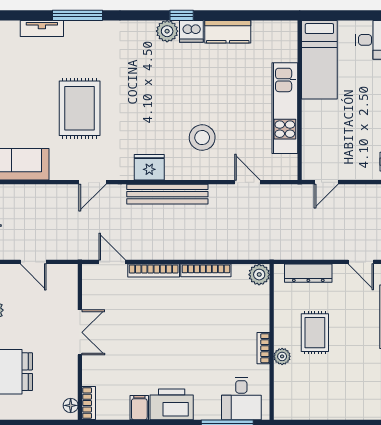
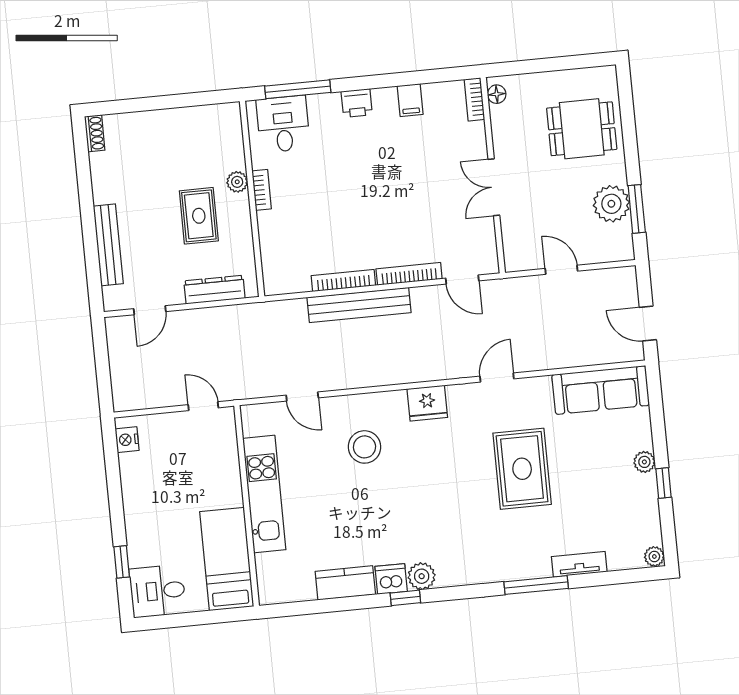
door: (326, 182) -> (203, 406), hinge flipped
bench: (167, 194) -> (359, 305), moved
door: (361, 262) -> (150, 310), swing flipped
plant: (259, 275) -> (276, 282), removed
printer: (172, 404) -> (357, 103), width x0.53, depth x0.68

